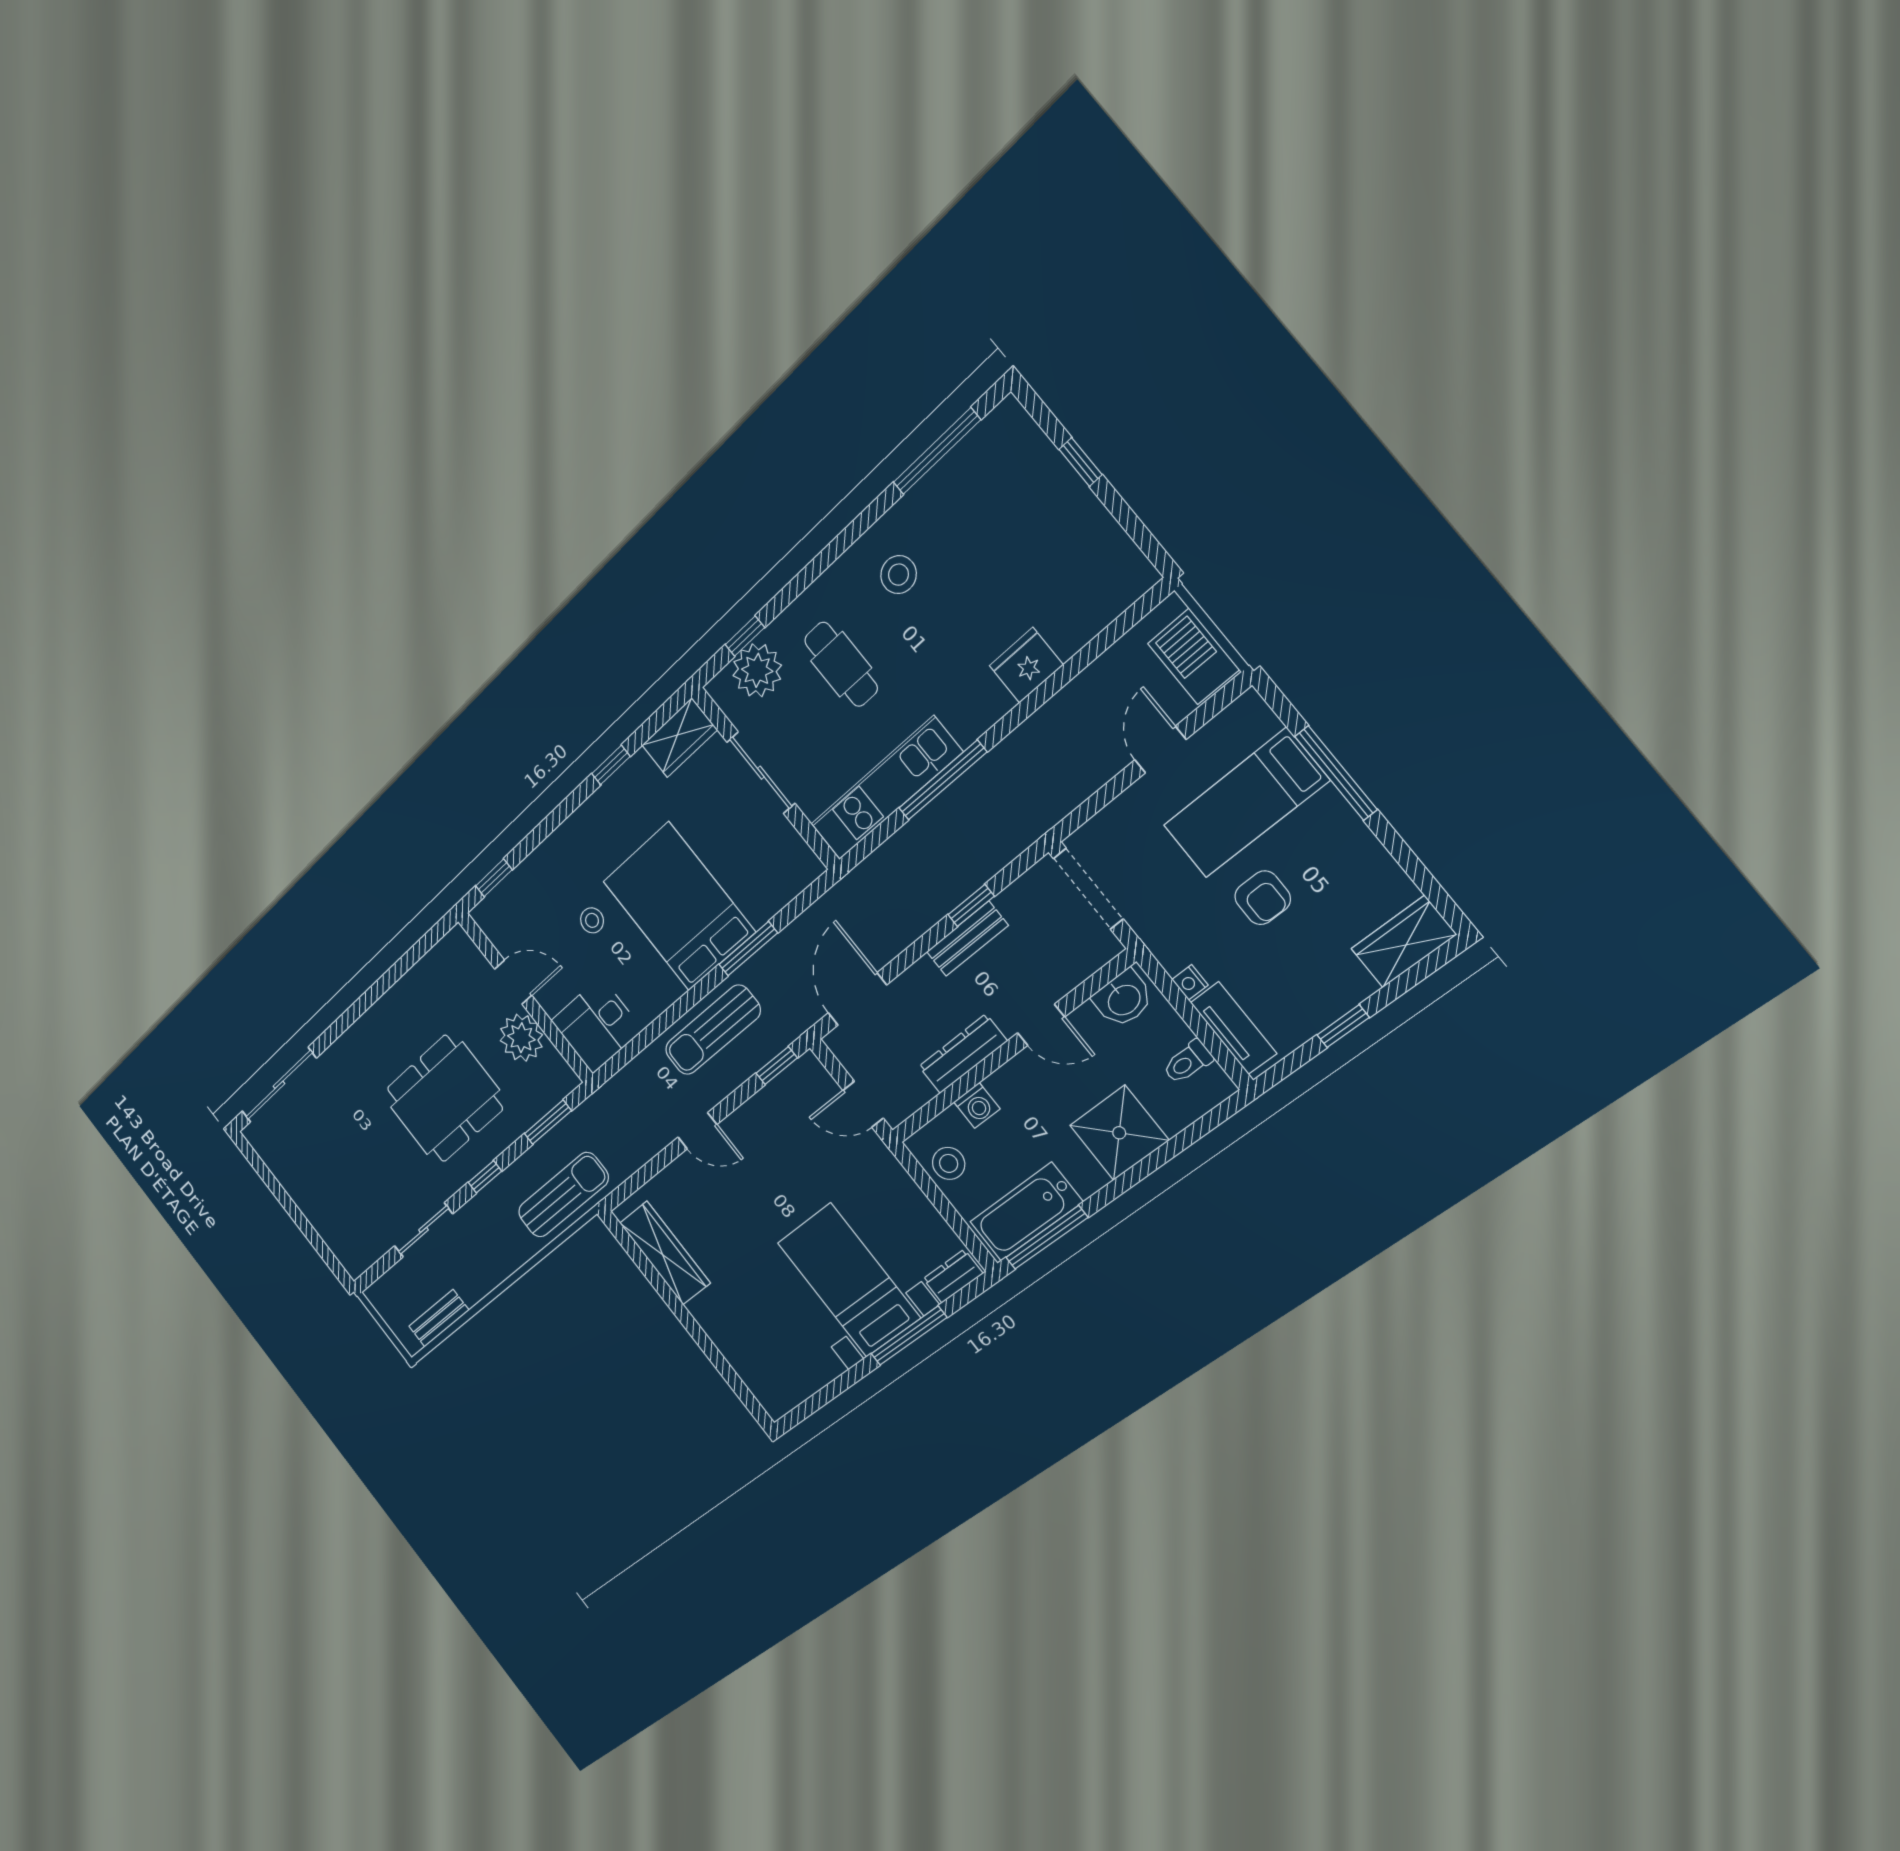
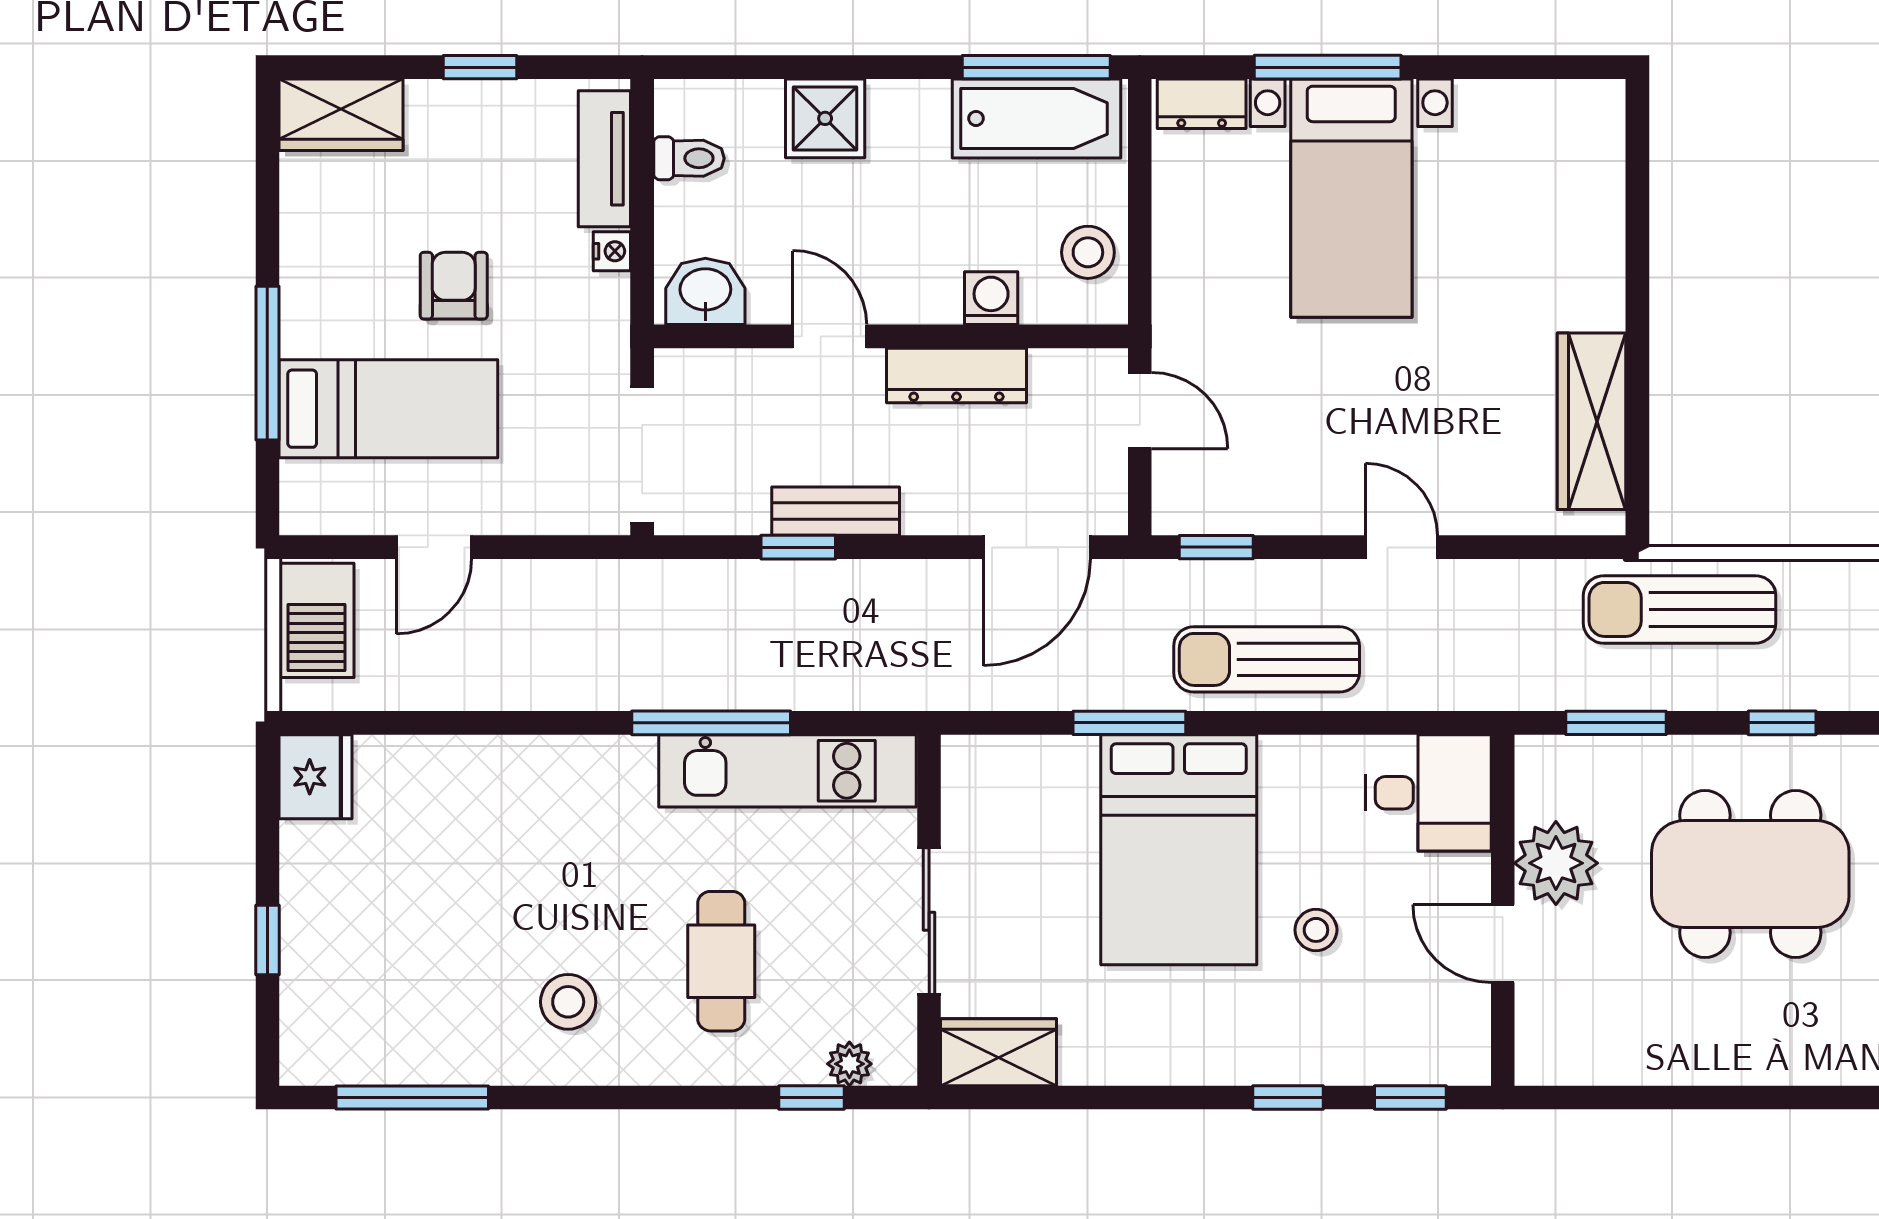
fridge: (1026, 665) -> (315, 777), moved, turned -90
plant: (757, 670) -> (849, 1064), width x0.53, depth x0.53
window: (611, 765) -> (1288, 1097), moved
sun lounger: (713, 1030) -> (1267, 659), turned 180
shower: (1119, 1133) -> (825, 118), width x0.73, depth x0.73

